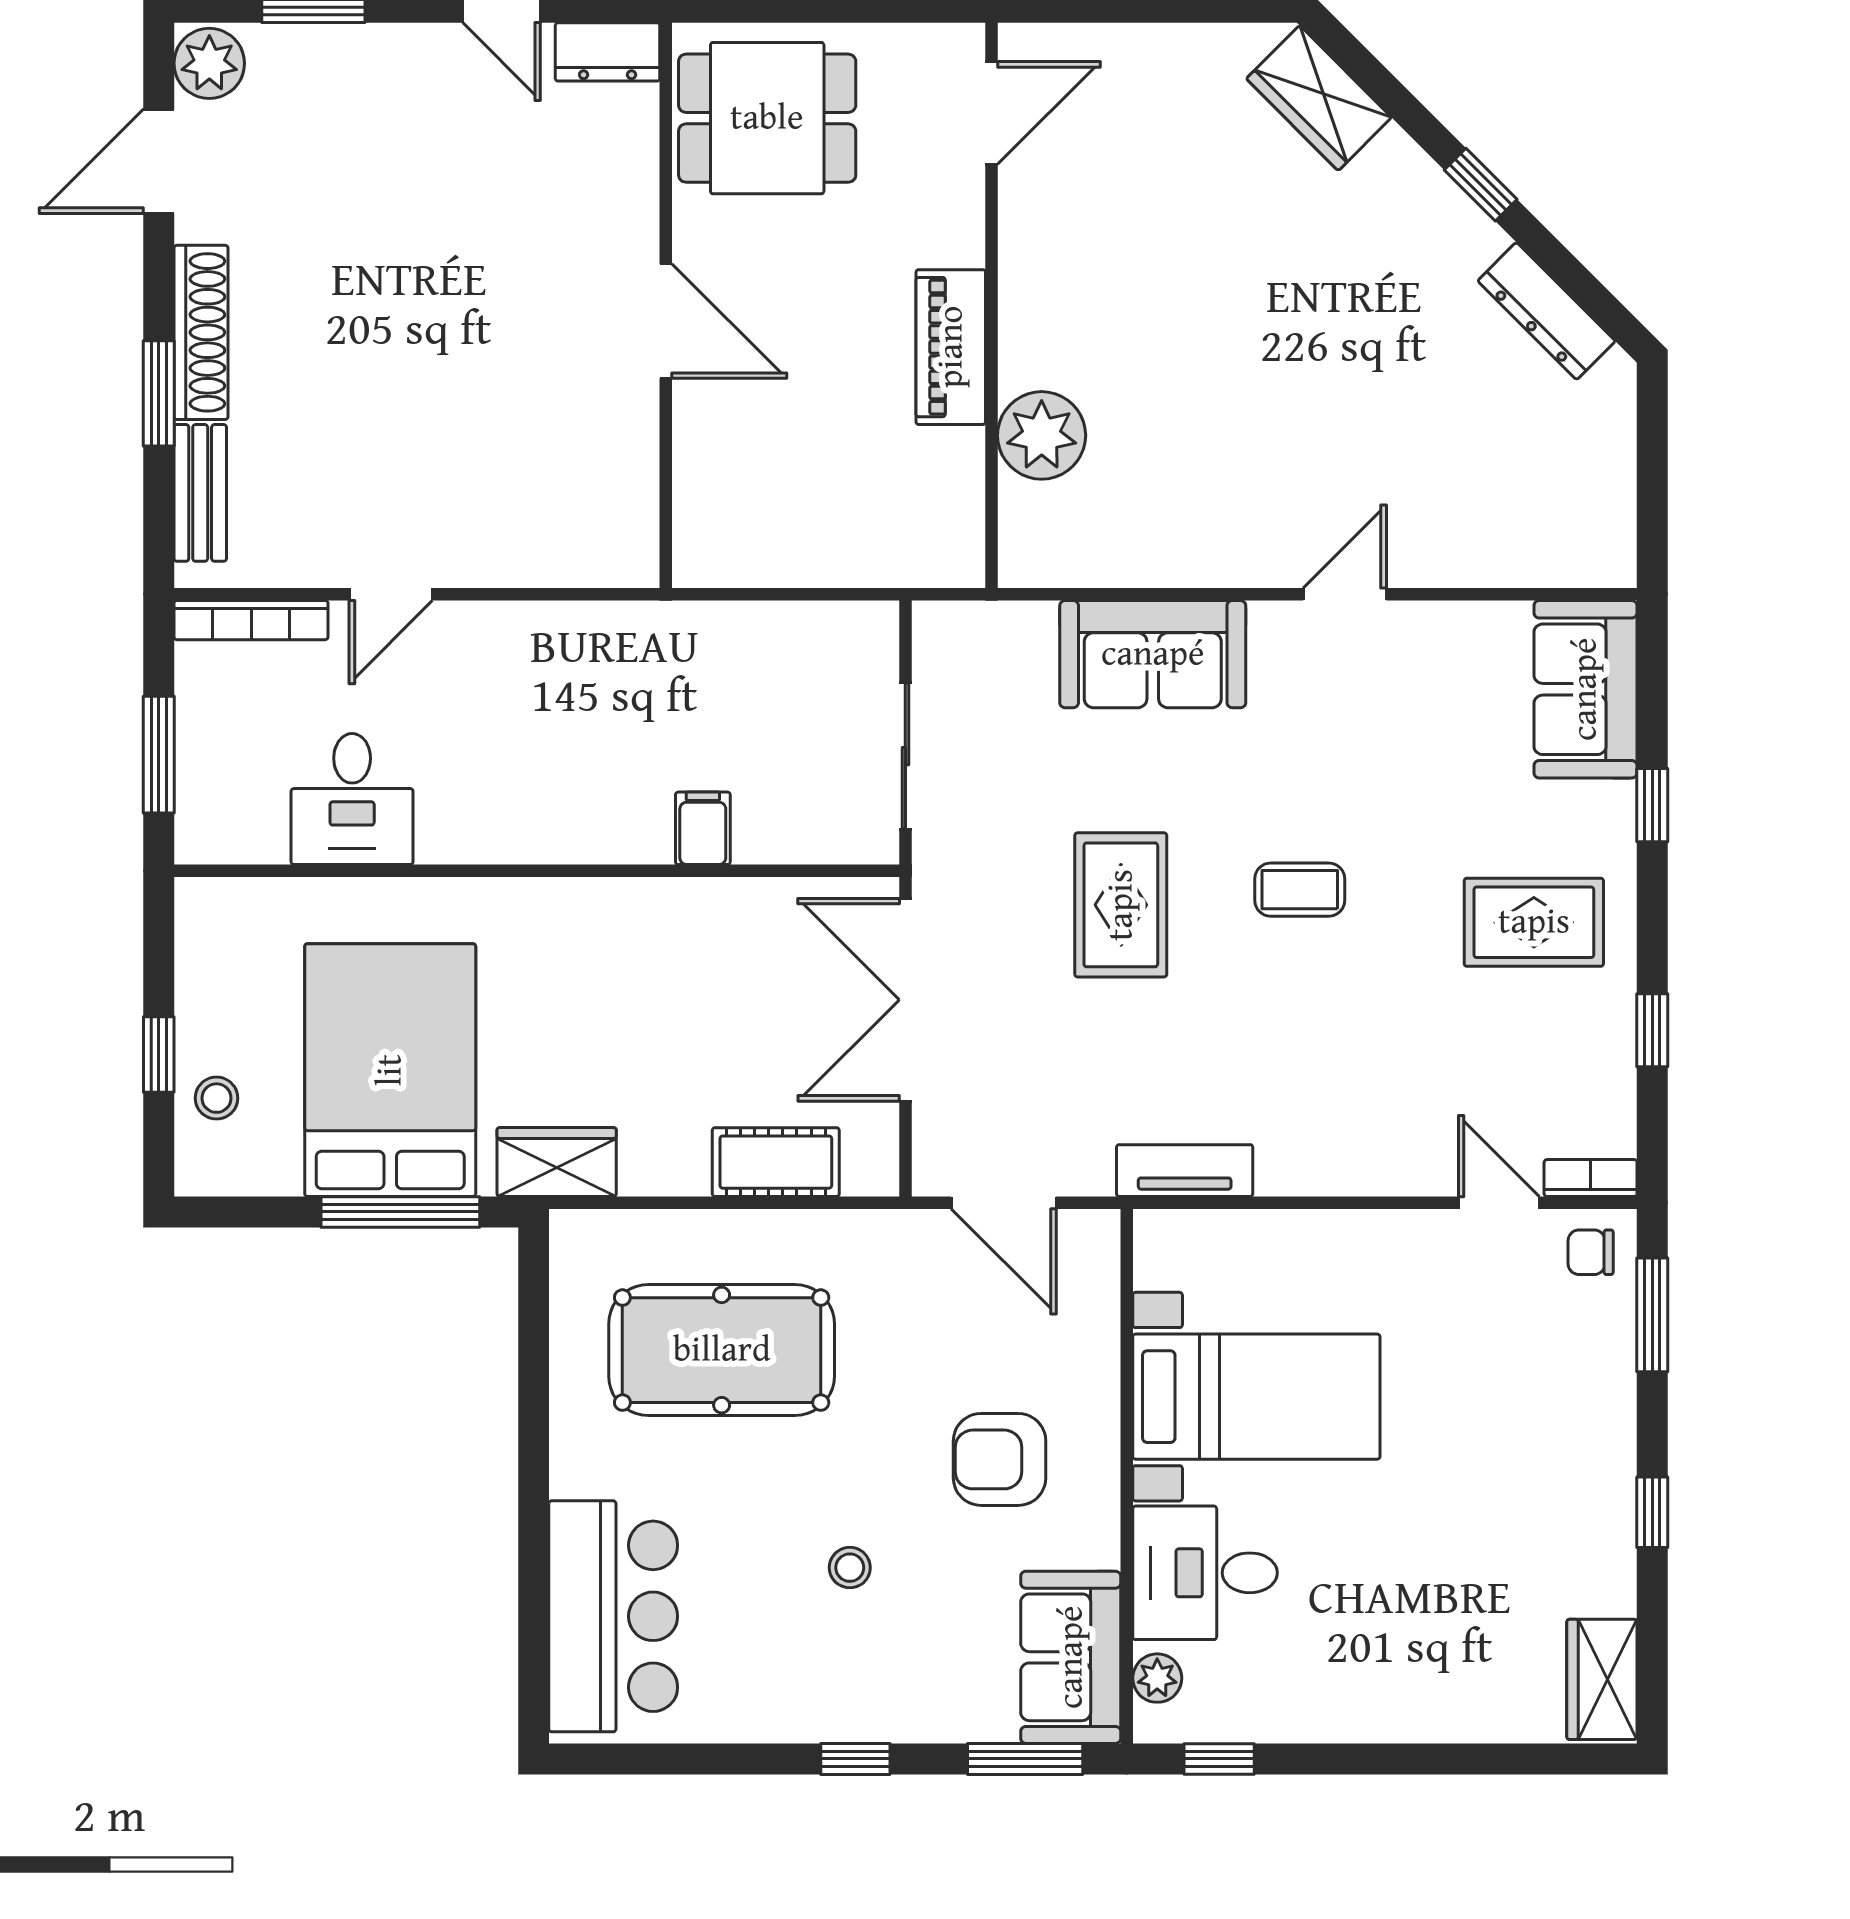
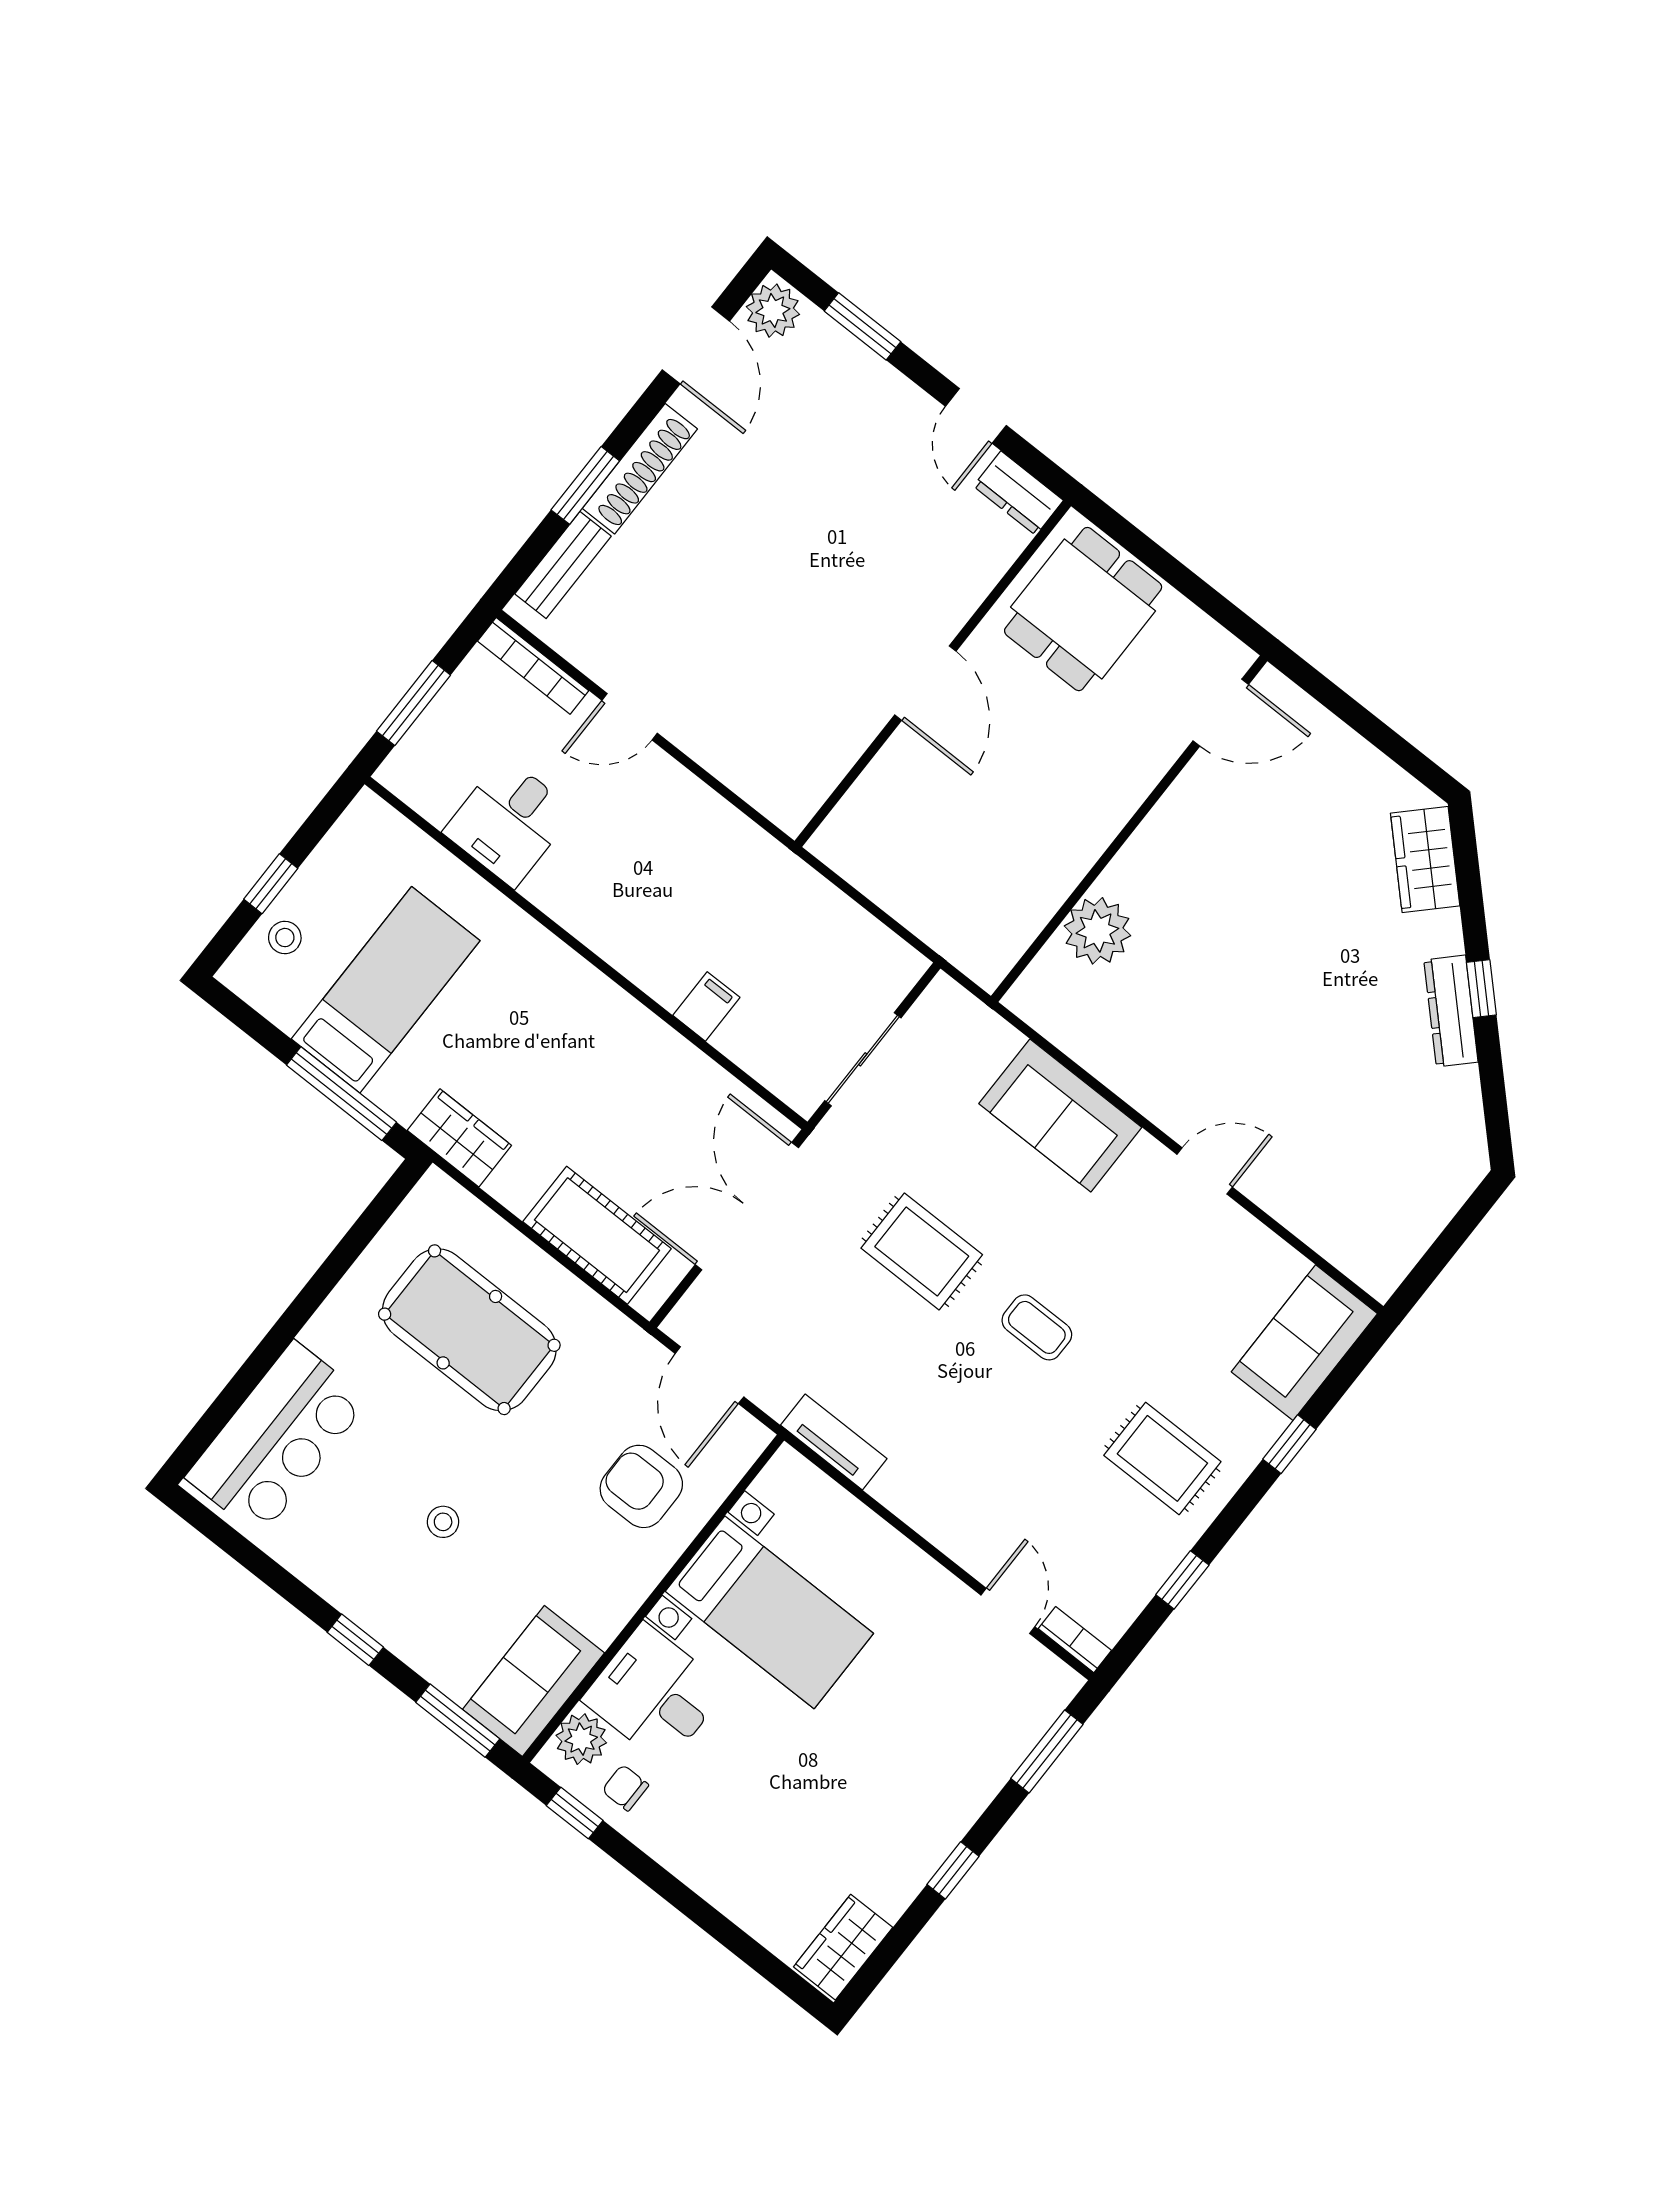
dining table: (767, 118) -> (1083, 609), turned 90
door: (159, 161) -> (696, 345), swing flipped
dresser: (1546, 311) -> (1451, 1011), moved
piano: (951, 347) -> (1085, 834), removed
rug: (1121, 905) -> (922, 1251), turned 90
bed: (390, 1070) -> (386, 990), width x0.67
cot: (776, 1162) -> (597, 1235), width x1.37, depth x1.34
chair: (1591, 1252) -> (625, 1788), moved
armchair: (1000, 1459) -> (641, 1486), moved
plant: (1157, 1678) -> (581, 1739), width x1.38, depth x1.38

